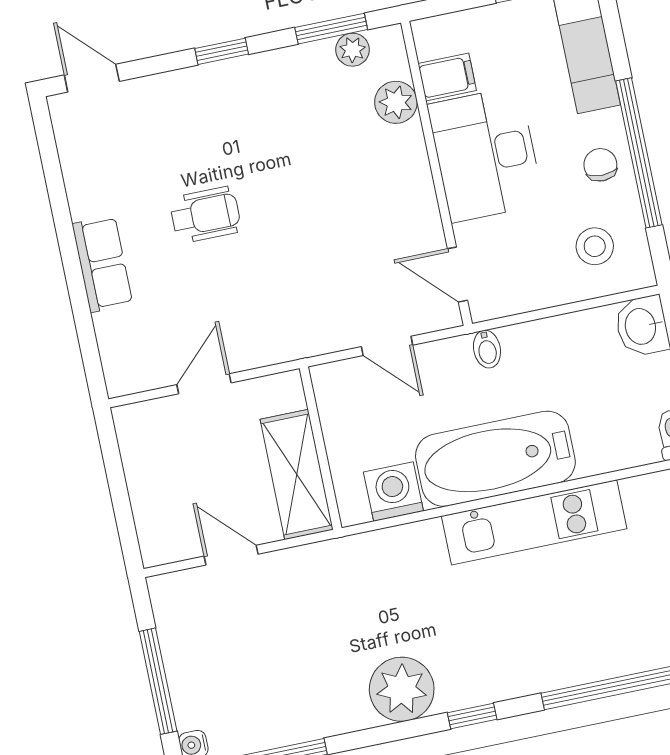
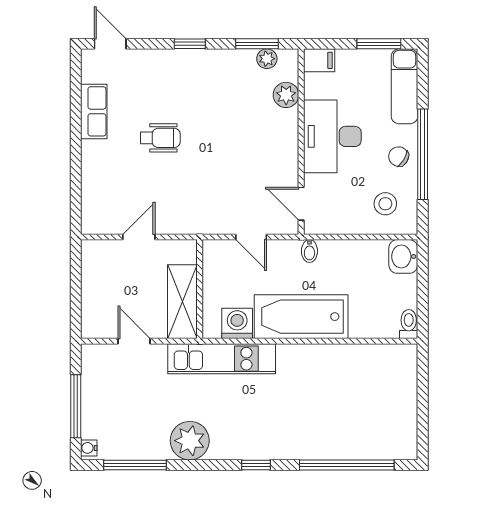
filing cabinet: (447, 77) -> (319, 60), moved
chair: (600, 165) -> (399, 157), turned -59
row of seats: (102, 264) -> (94, 111), moved
kitchen unit: (534, 522) -> (222, 359), moved
plant: (402, 689) -> (190, 441), moved

